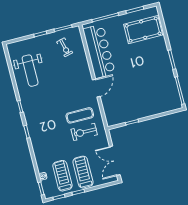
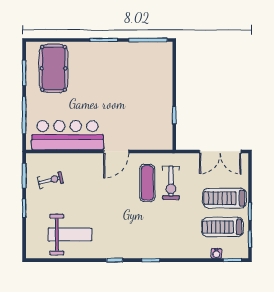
door: (96, 88) -> (116, 151), swing flipped

